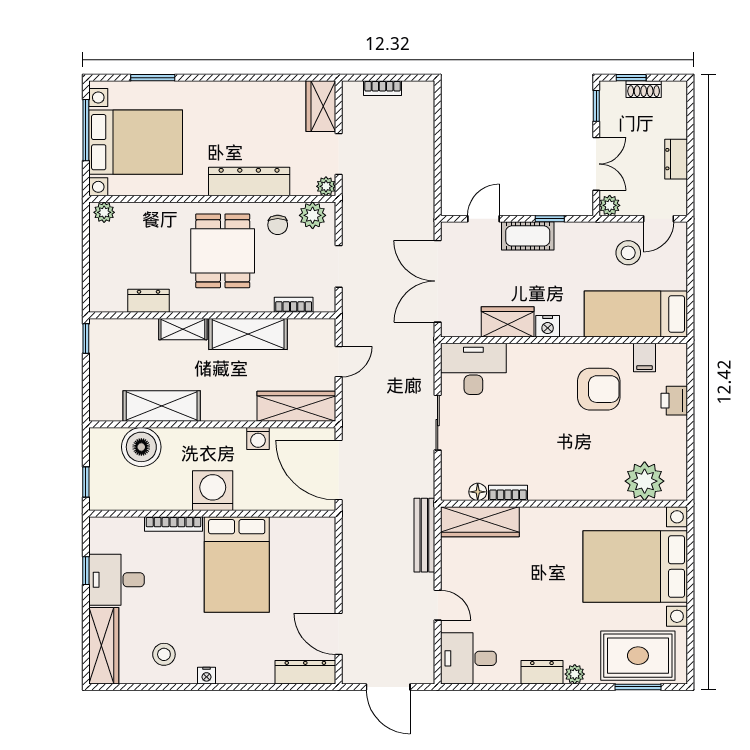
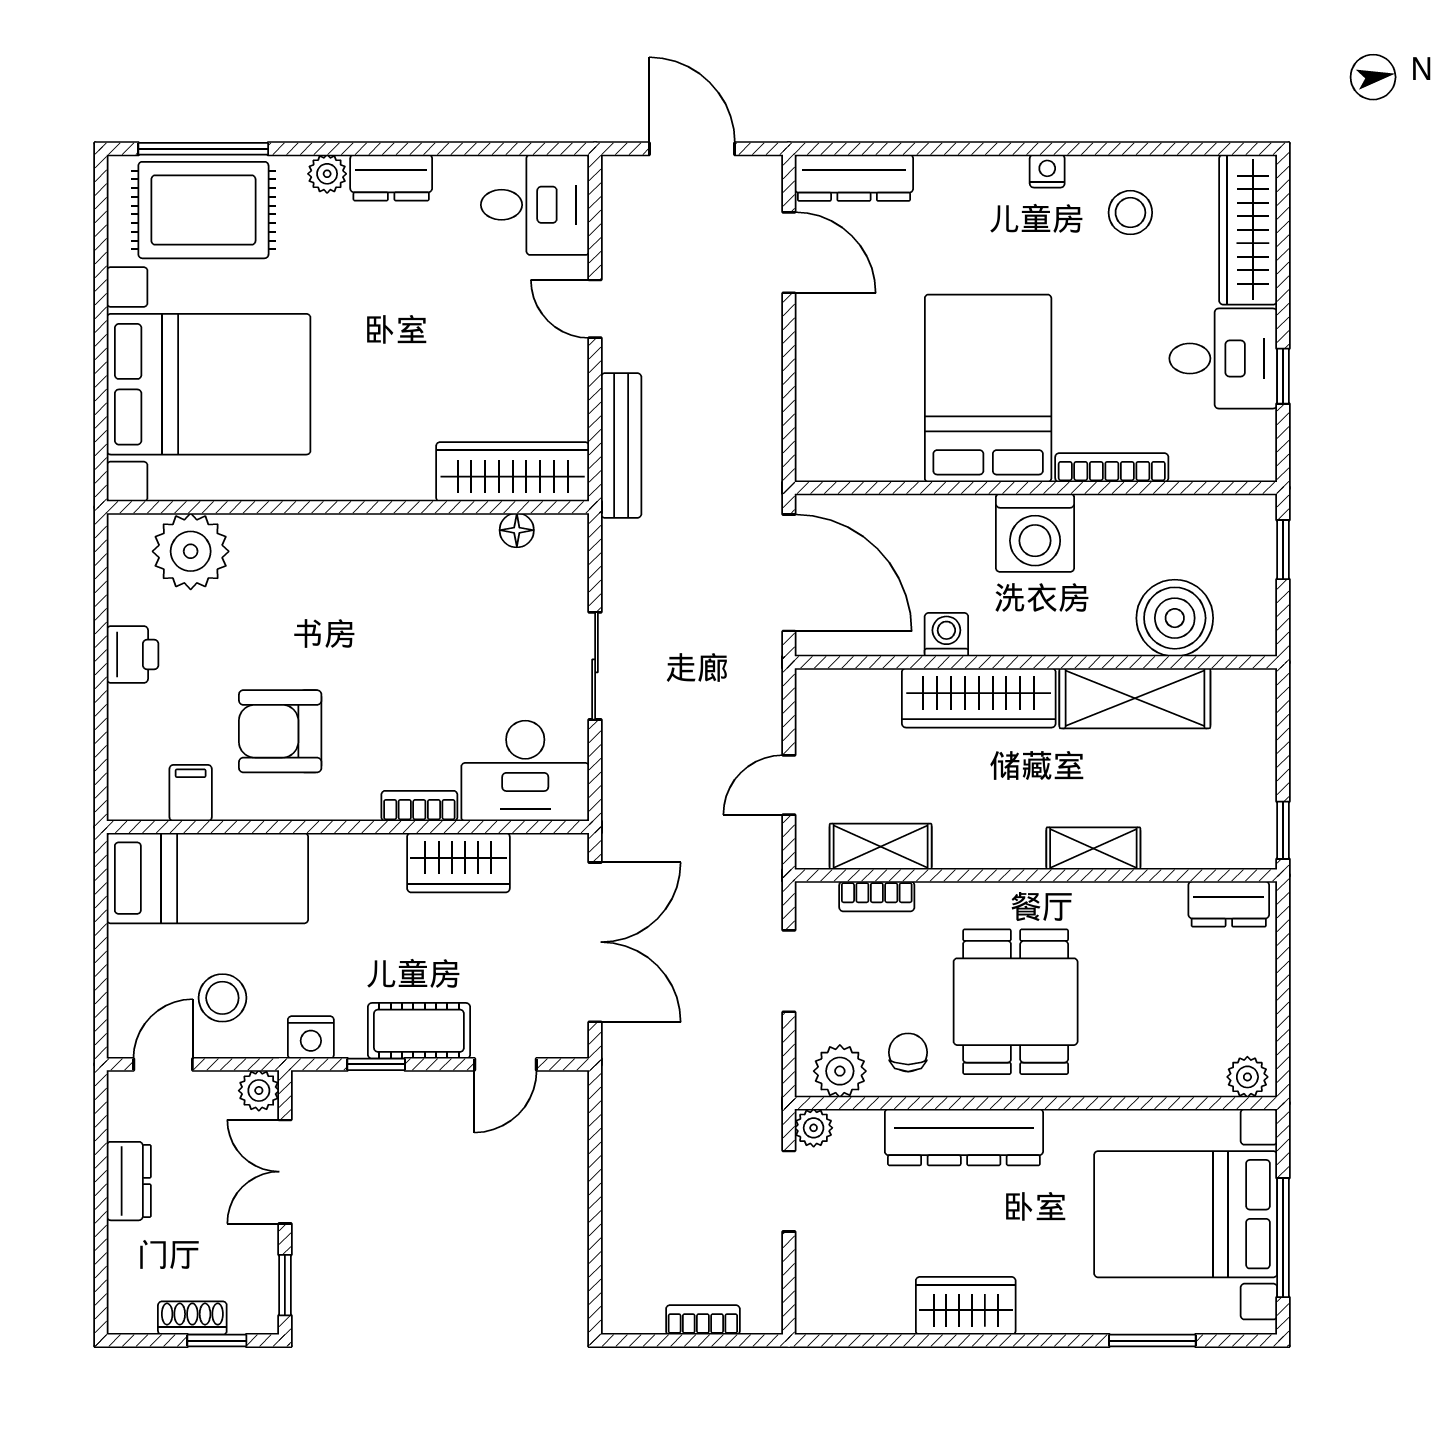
wardrobe: (321, 106) -> (966, 1306), moved, turned -90
dresser: (148, 301) -> (1229, 904), moved
nightstand: (548, 326) -> (311, 1037), moved, turned 180
shelving: (248, 334) -> (881, 847), moved, width x0.67, depth x0.75
printer: (674, 401) -> (133, 655), moved
wardrobe: (296, 406) -> (979, 698), moved
bookcase: (508, 493) -> (419, 806), moved, turned 180
window: (638, 687) -> (203, 149), width x1.44

